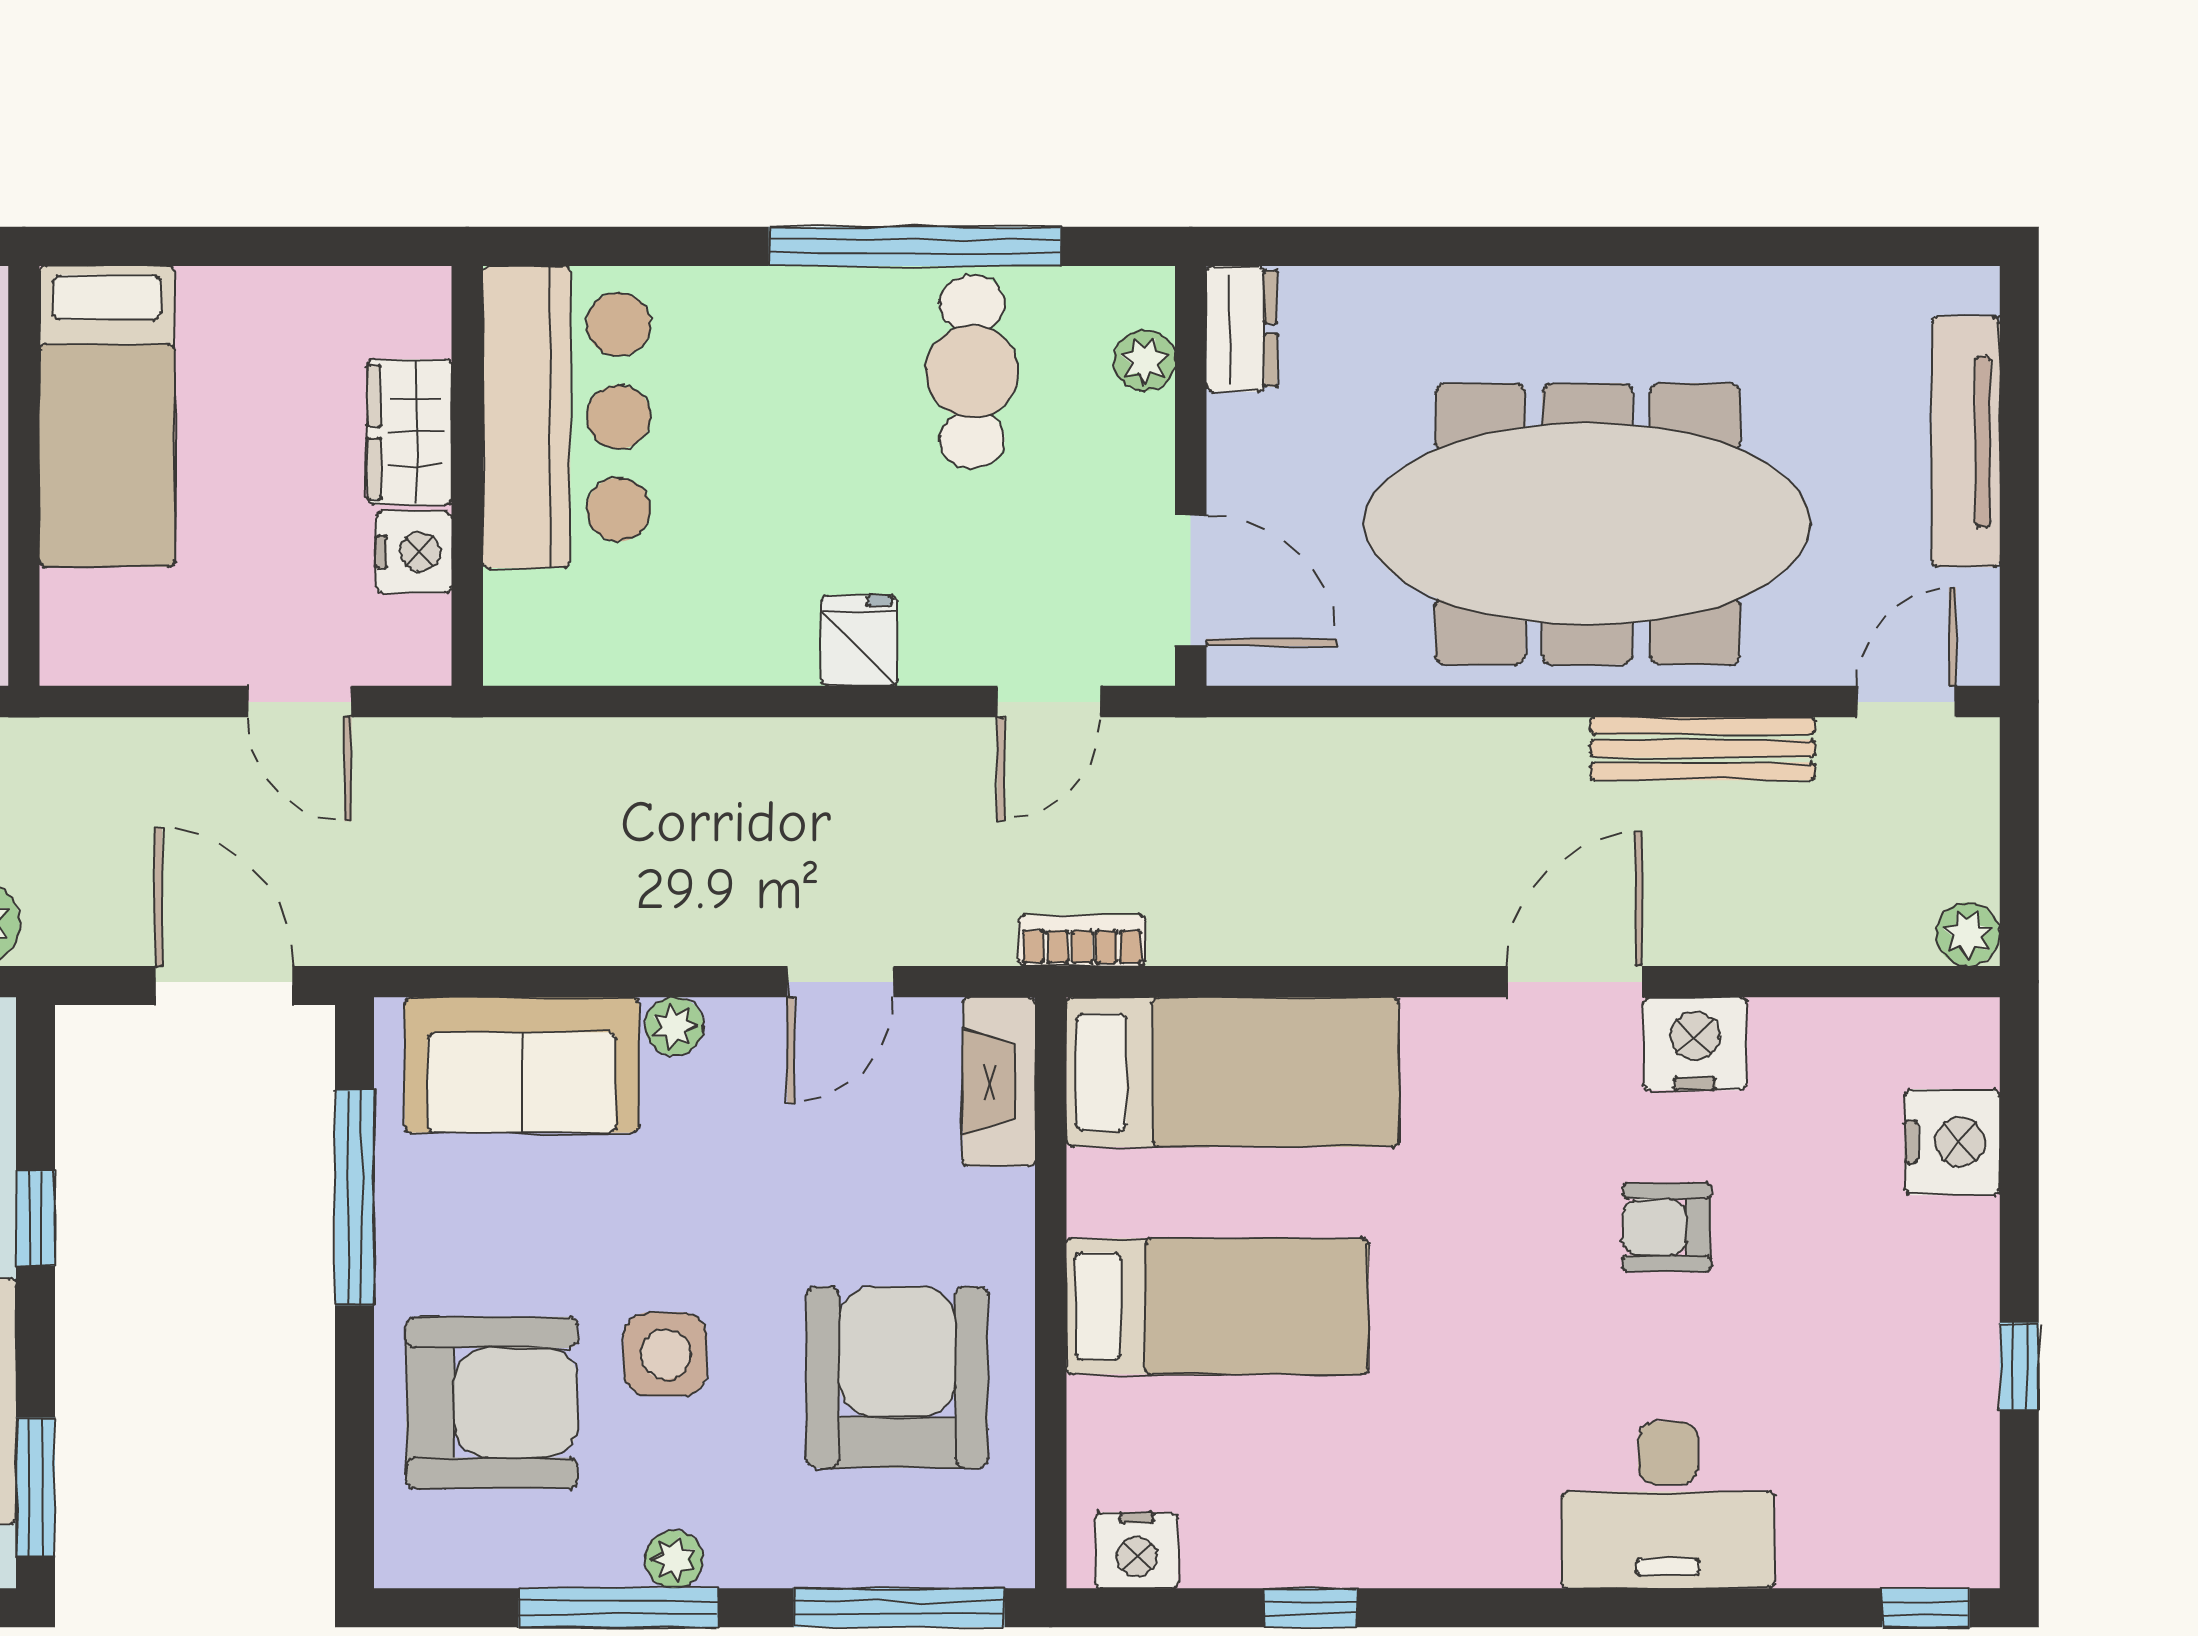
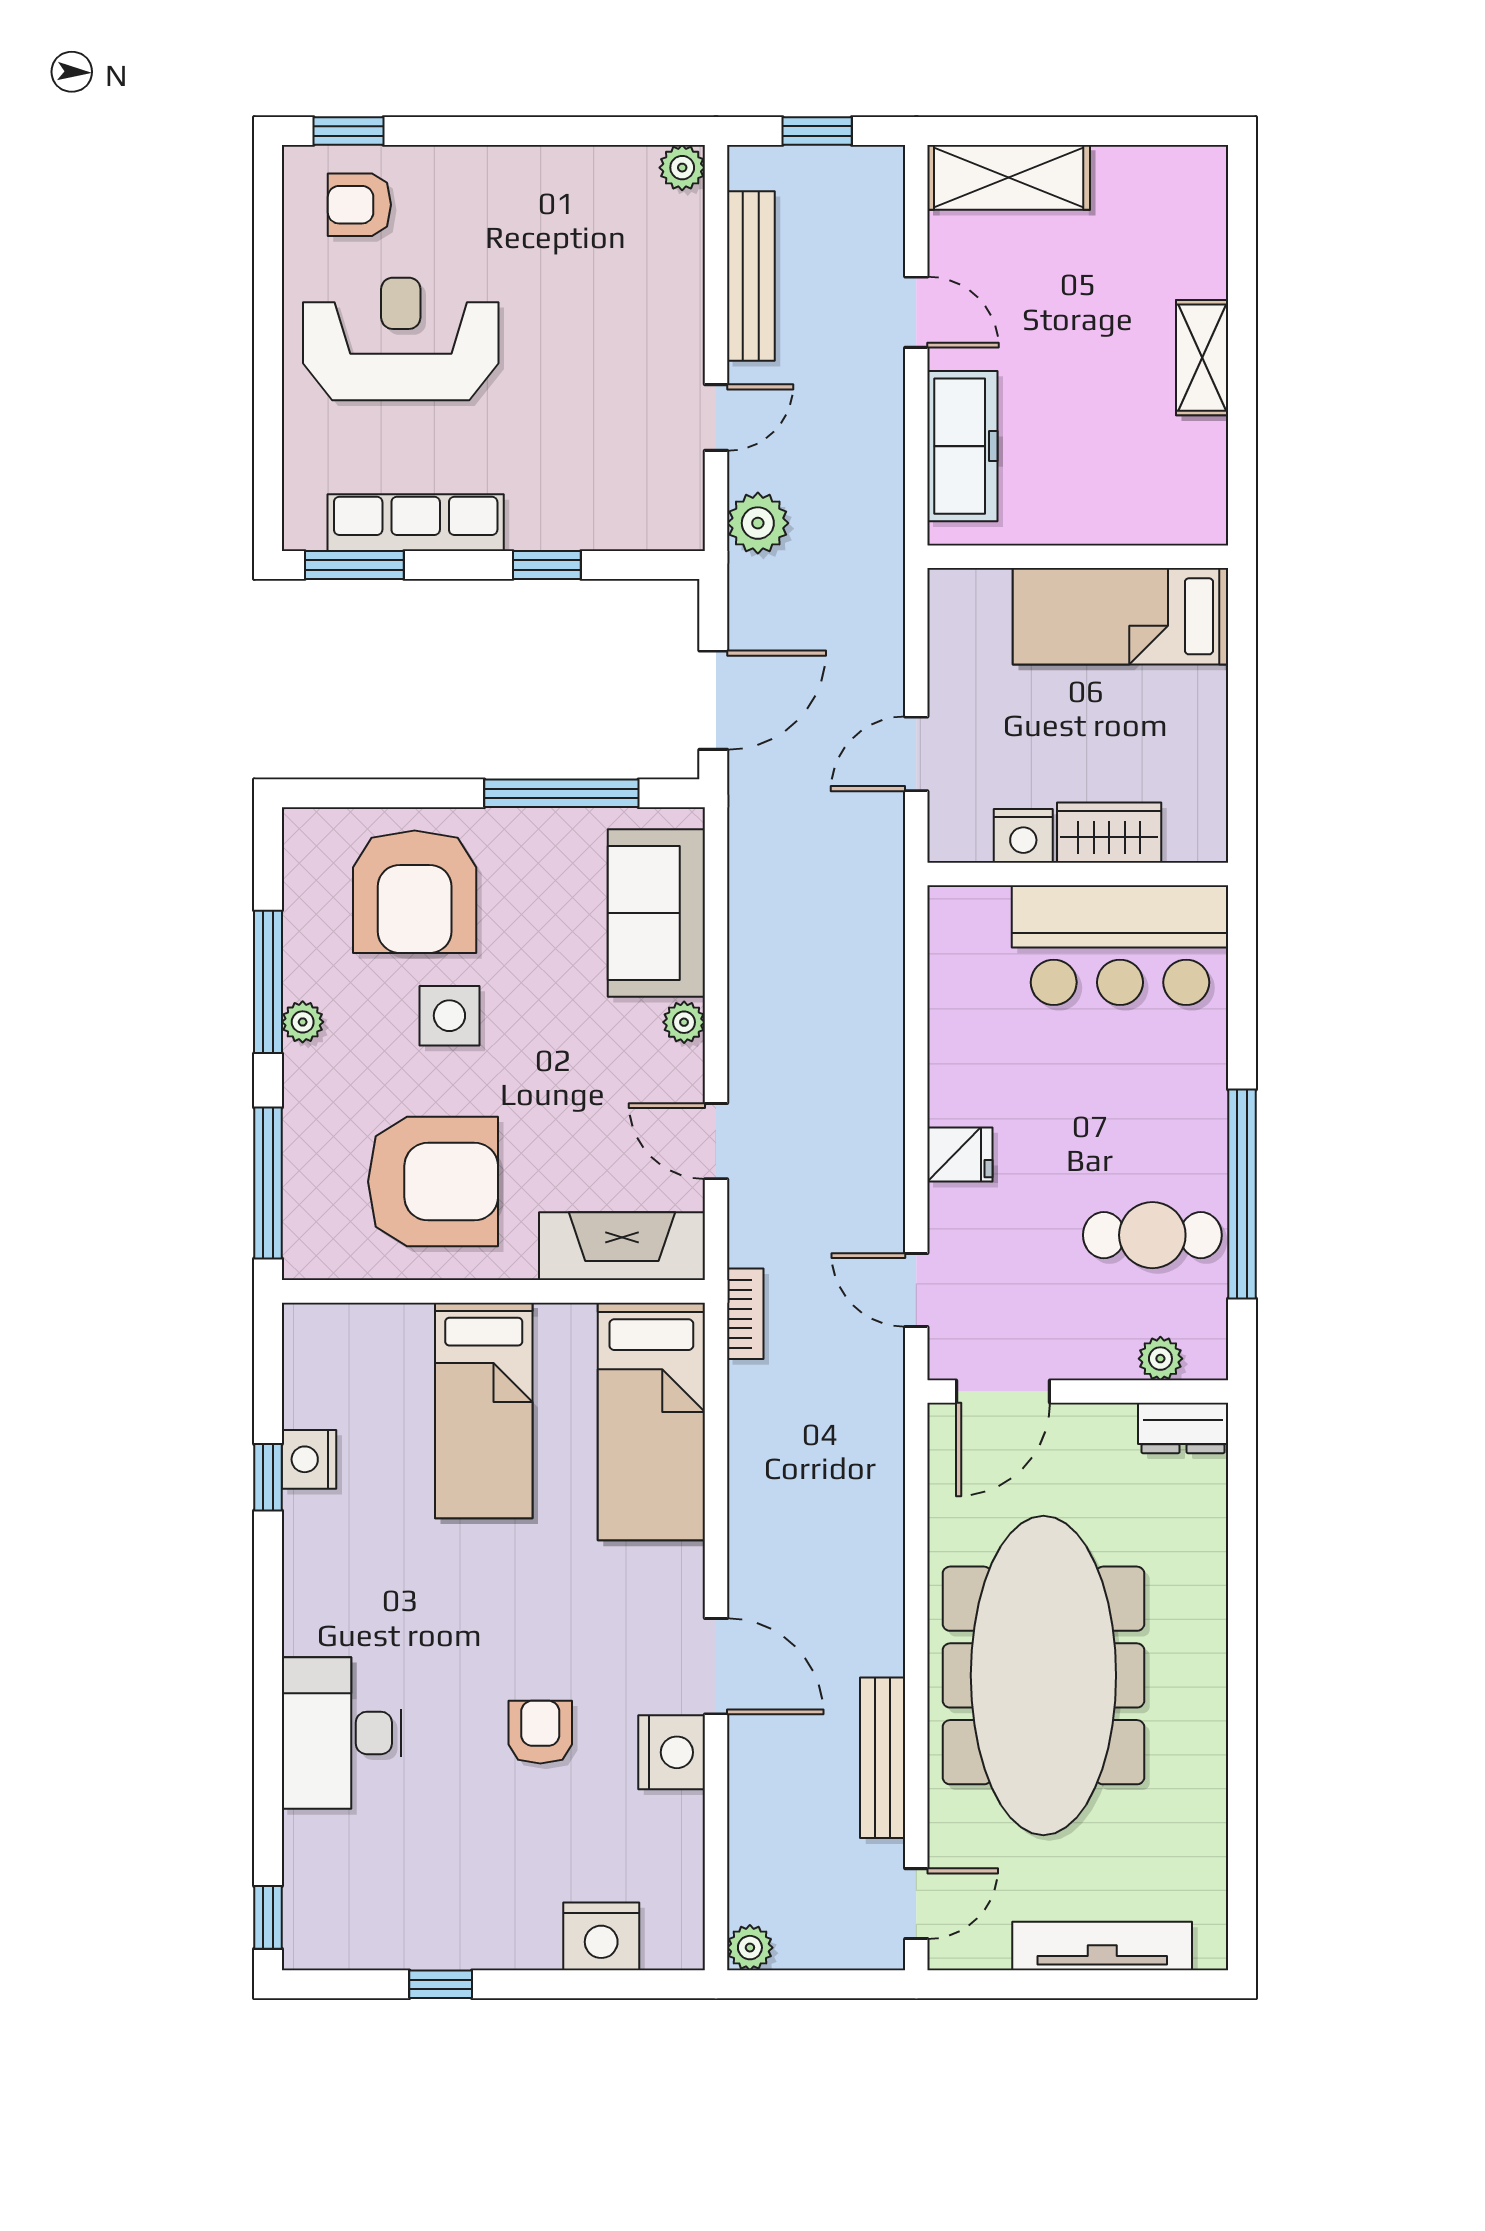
door: (1906, 702) -> (916, 1904), hinge flipped
fireplace: (999, 1082) -> (622, 1246), width x1.37, depth x1.32
nightstand: (1137, 1550) -> (309, 1459), moved

